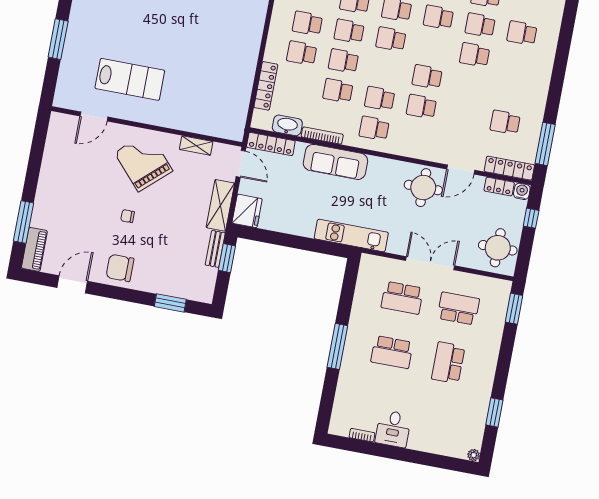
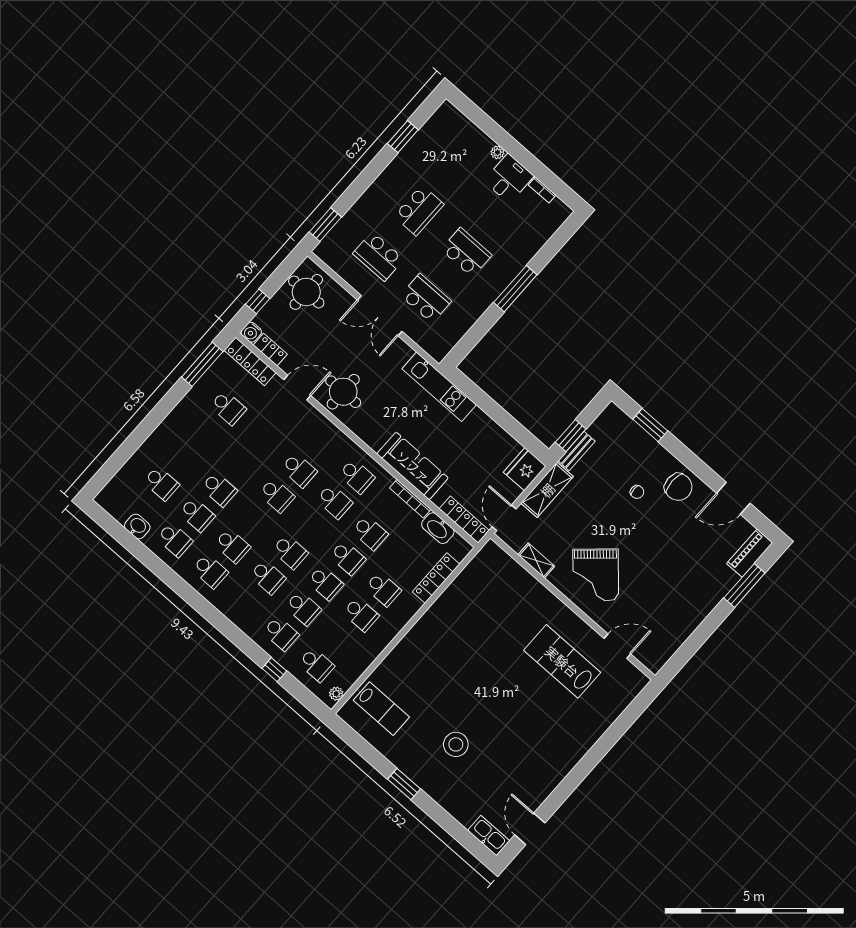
window: (58, 39) -> (608, 740), removed
chair: (128, 216) -> (637, 492), moved
plant: (474, 455) -> (497, 152), moved

